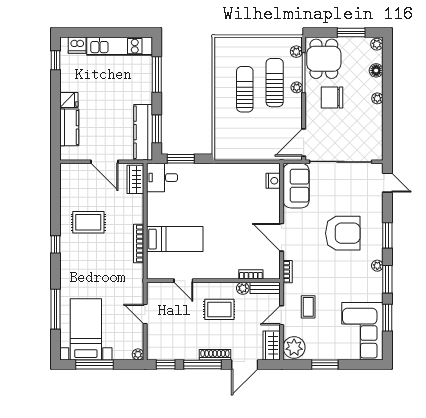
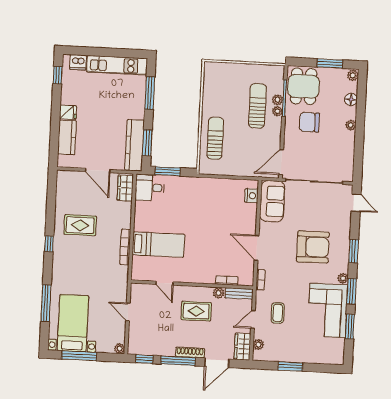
plant: (296, 52) -> (278, 100), moved
sun lounger: (245, 89) -> (215, 138), moved
corner sofa: (362, 331) -> (328, 310), moved
plant: (294, 347) -> (258, 345), width x0.53, depth x0.53

